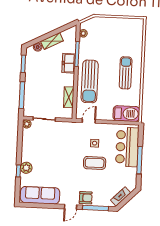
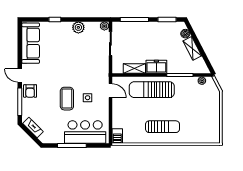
freezer: (69, 63) -> (156, 67), moved
barbecue: (126, 114) -> (117, 136), width x0.53, depth x0.65
plant: (26, 168) -> (78, 27), moved

